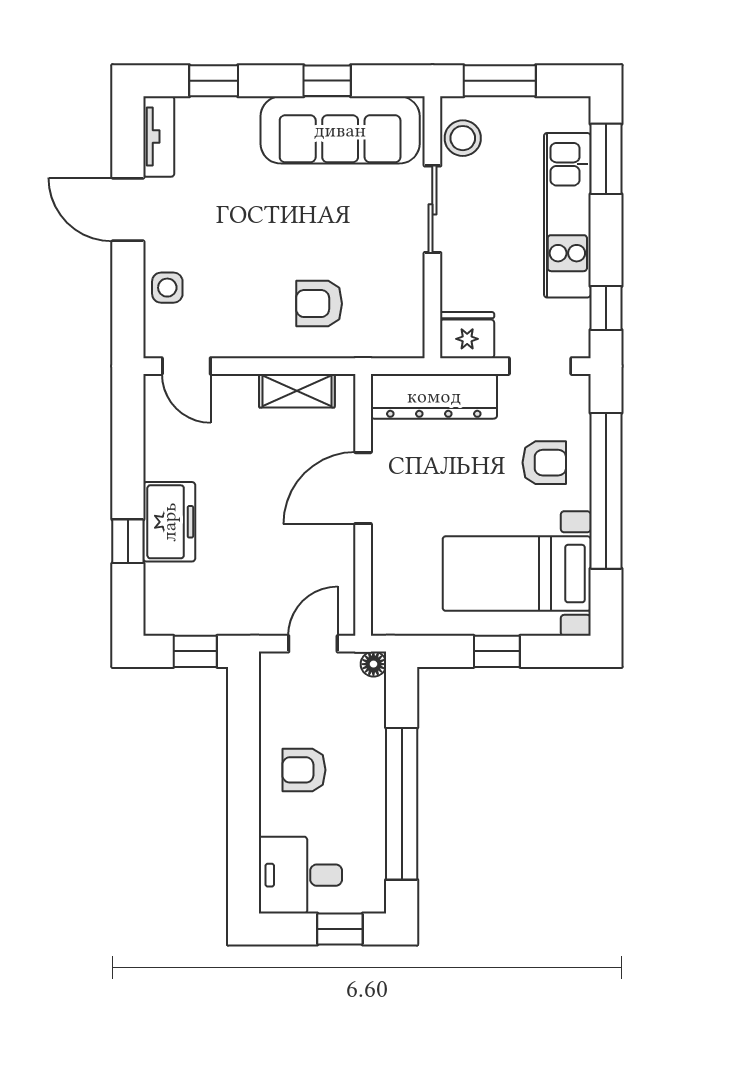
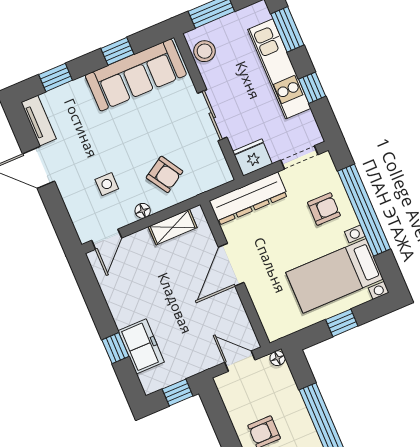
sliding door: (432, 209) -> (212, 115), moved
side table: (167, 288) -> (107, 184), moved
armchair: (319, 304) -> (165, 174), turned -122
window: (606, 308) -> (312, 88), moved
floor lamp: (261, 346) -> (143, 211), added
door: (186, 366) -> (107, 239), hinge flipped
freezer: (169, 522) -> (141, 346), moved
door: (313, 644) -> (240, 361), hinge flipped

